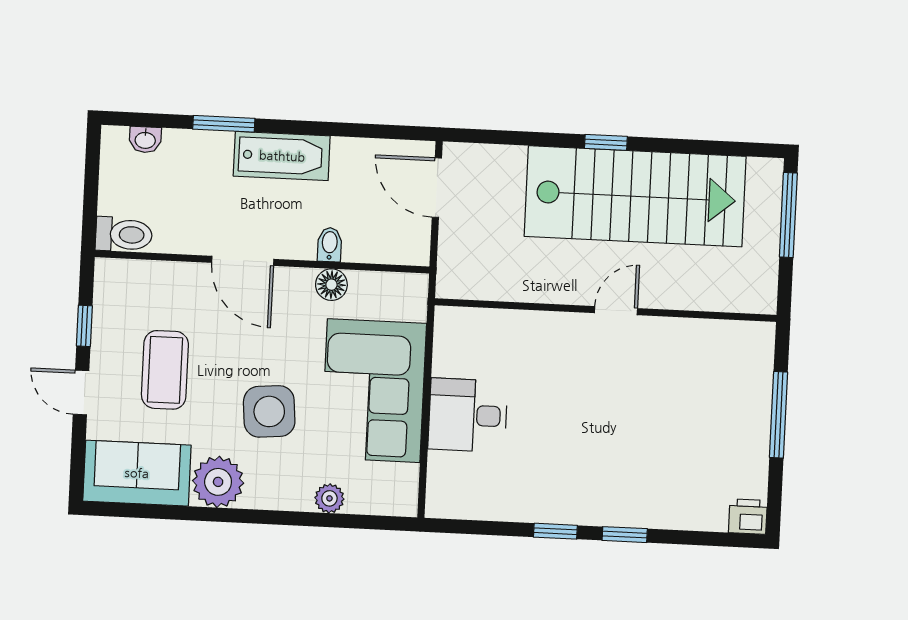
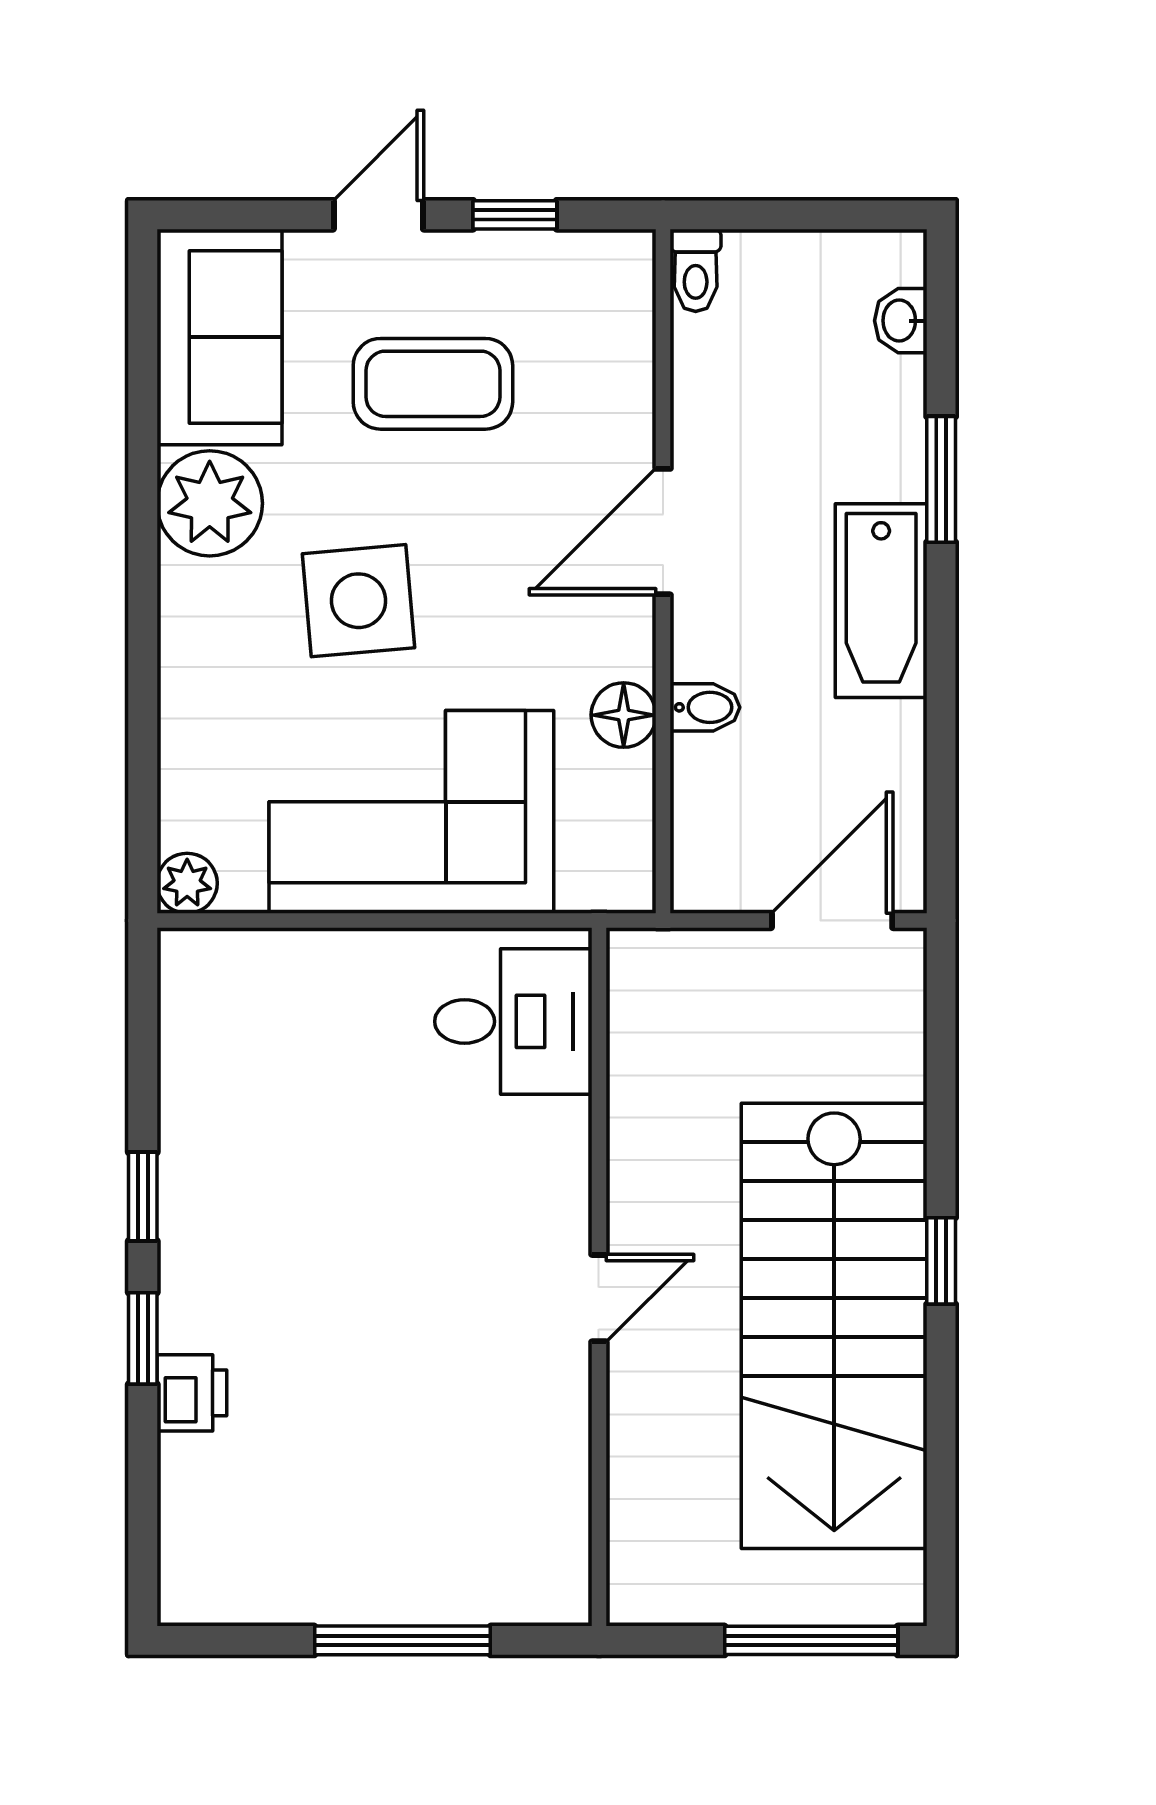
toilet: (124, 235) -> (696, 270), width x0.73, depth x0.72
door: (616, 311) -> (599, 1298), hinge flipped
desk: (468, 415) -> (513, 1021), moved, turned 90
plant: (329, 498) -> (187, 883), moved
printer: (748, 517) -> (192, 1393), moved

